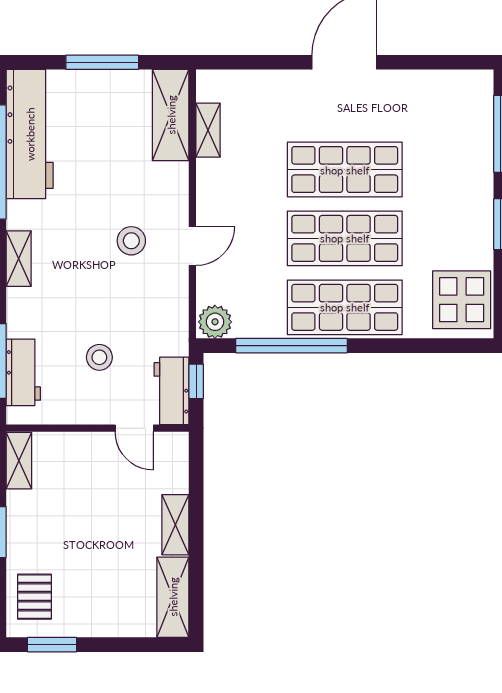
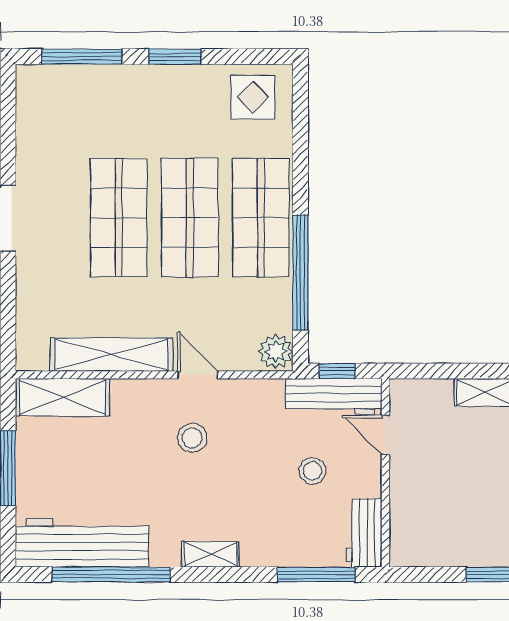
shelving: (208, 130) -> (111, 355), width x2.20, depth x1.33
display table: (462, 300) -> (253, 97), width x0.73, depth x0.73
workbench: (23, 372) -> (364, 533), moved, turned -90
workbench: (172, 391) -> (334, 396), width x1.38
door: (134, 428) -> (386, 435), swing flipped
shelving: (19, 461) -> (419, 554), removed

